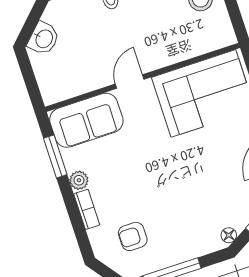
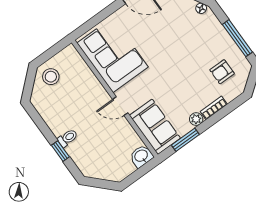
washbasin: (44, 38) -> (141, 156), moved, turned -45
armchair: (133, 236) -> (222, 72), turned 90

